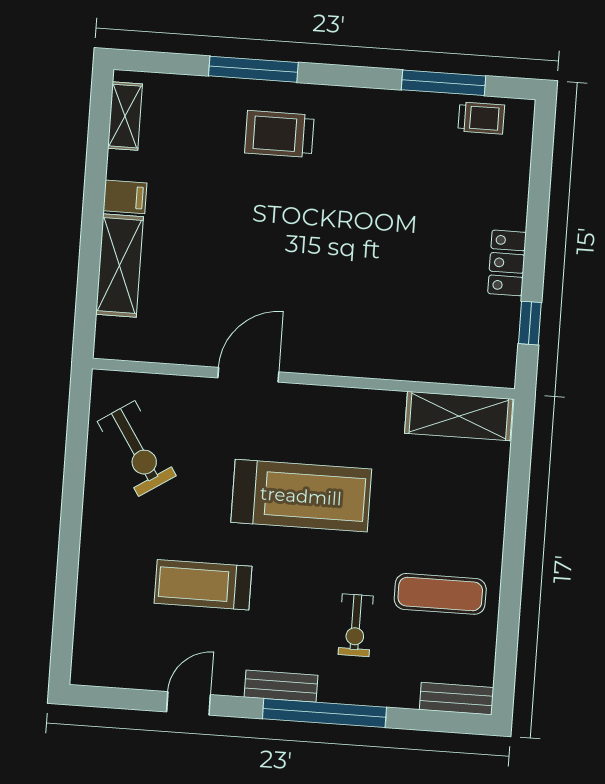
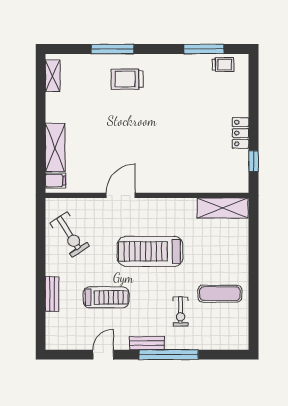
filing cabinet: (125, 197) -> (55, 181), moved
treadmill: (301, 496) -> (150, 251), turned 180
treadmill: (203, 585) -> (106, 297), turned 180
bench: (457, 699) -> (52, 294), moved, turned 90

